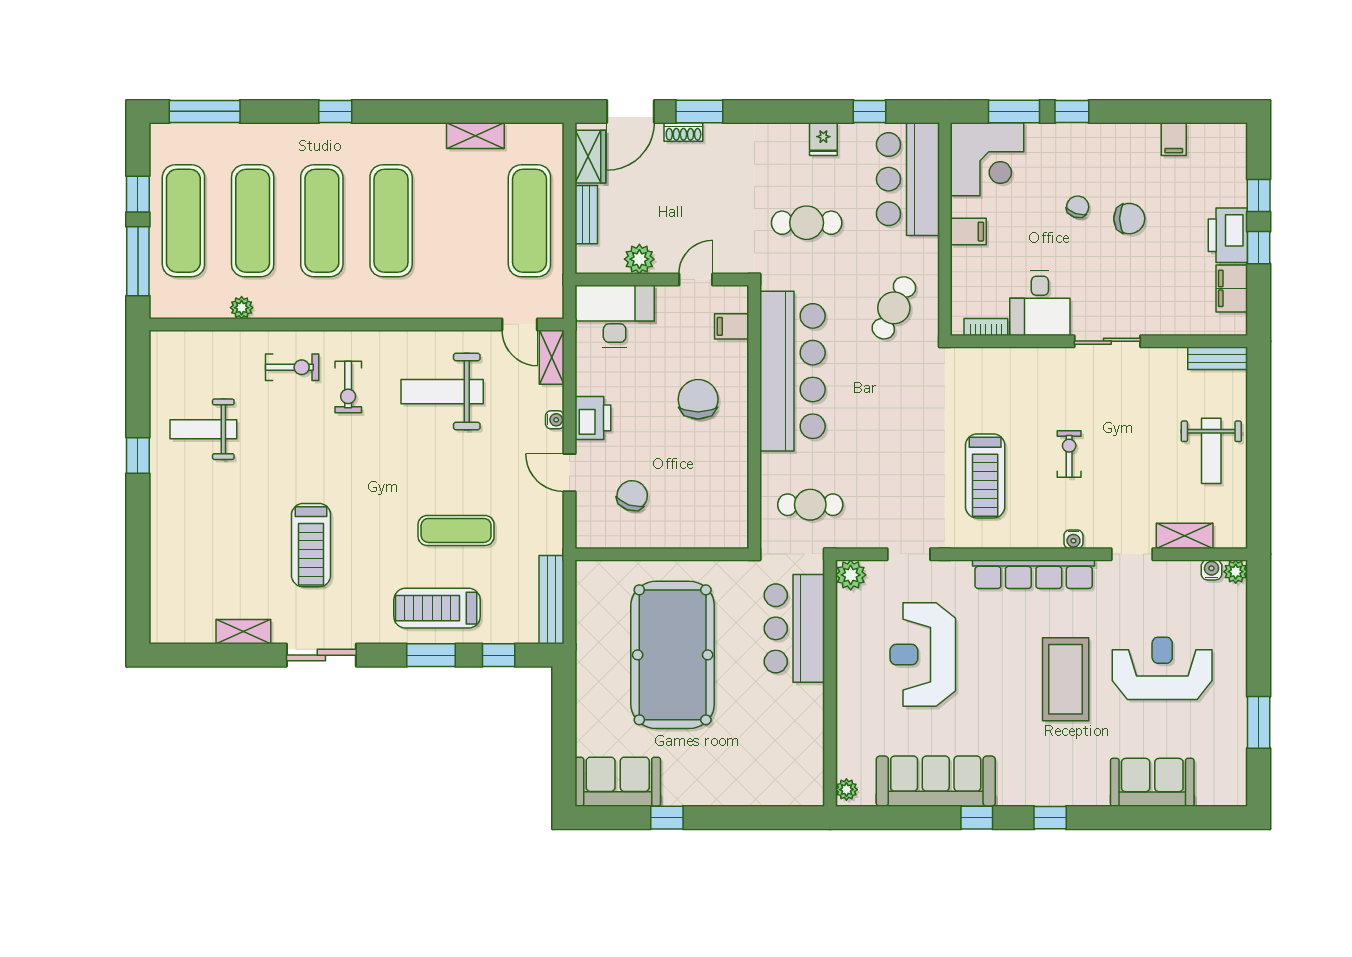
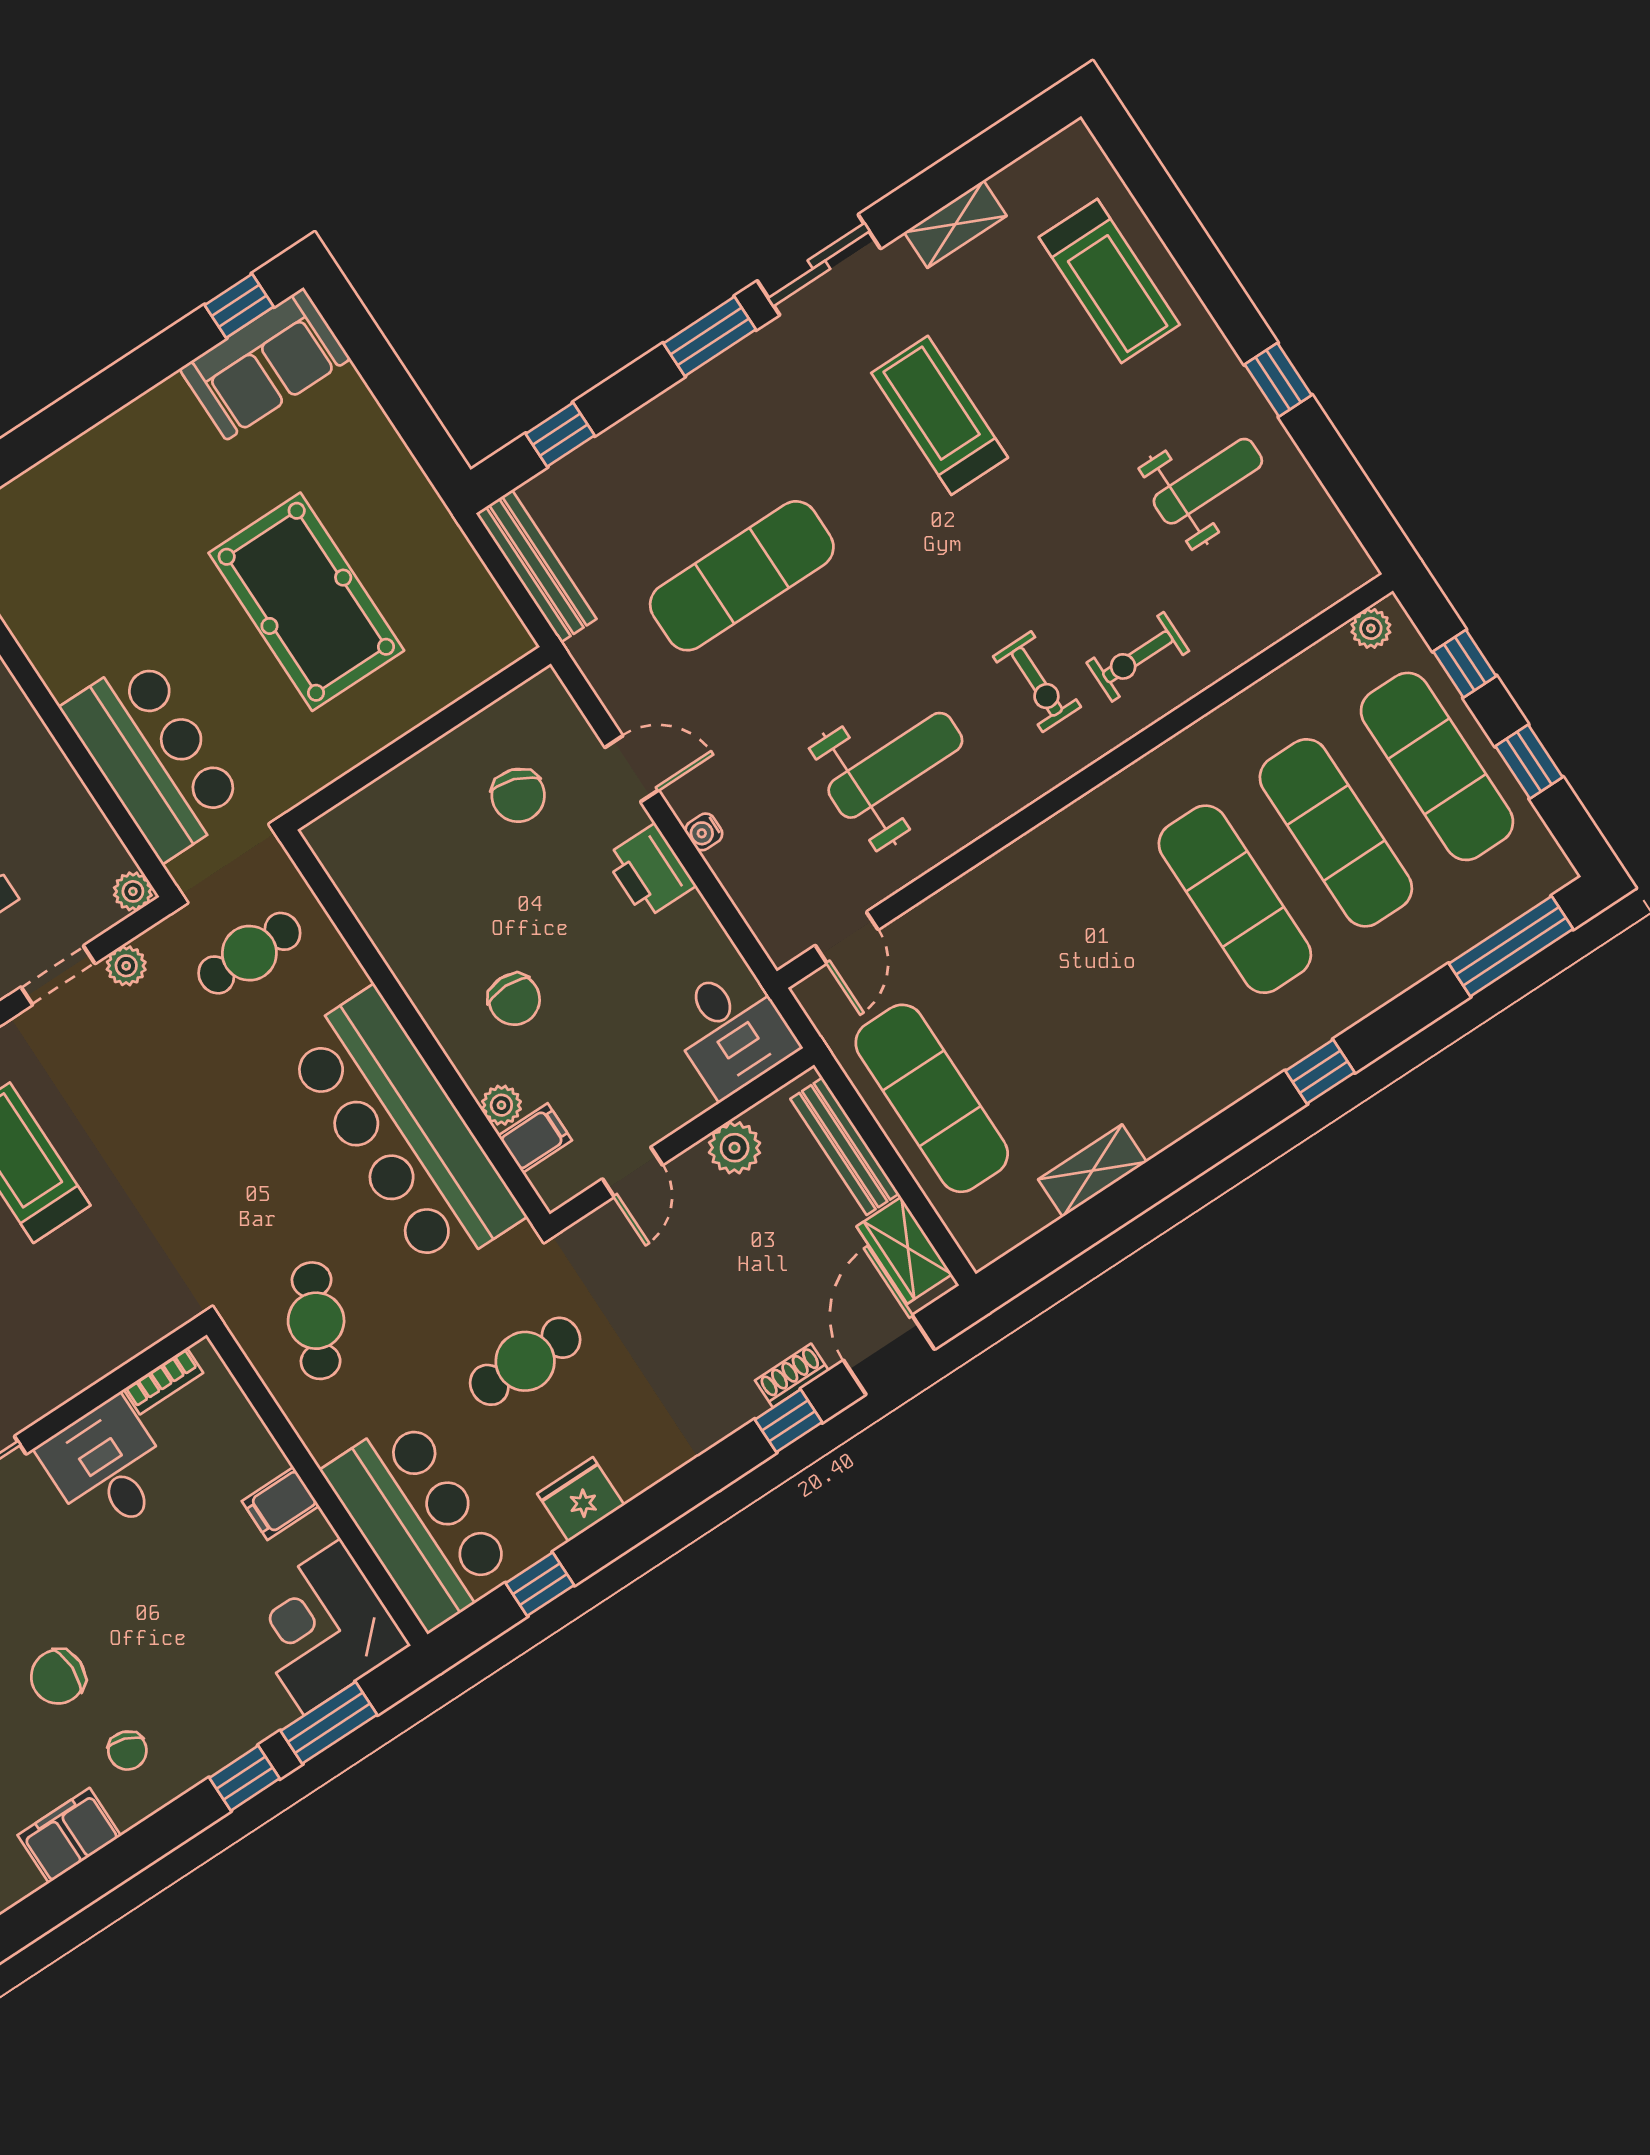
window: (699, 111) -> (789, 1421), width x0.67
fridge: (823, 139) -> (581, 1499), width x1.38
filing cabinet: (1174, 139) -> (69, 1835), width x2.00
chair: (1078, 207) -> (127, 1751), moved
bench: (586, 215) -> (845, 1146), width x1.36
exercise mat: (391, 221) -> (1134, 966), removed
window: (138, 261) -> (1465, 664), width x0.46
plant: (242, 308) -> (1371, 628), moved
desk: (615, 316) -> (732, 1030), width x0.73
door: (520, 324) -> (847, 938), swing flipped
plant: (737, 353) -> (501, 1105), added
shelving: (552, 357) -> (769, 920), removed
exercise bike: (348, 387) -> (1037, 682), turned 180
chair: (698, 399) -> (514, 999), width x0.73, depth x0.73
exercise mat: (456, 530) -> (742, 576), width x1.36, depth x1.45
plant: (873, 537) -> (126, 966), added
plant: (851, 575) -> (133, 891), width x0.73, depth x0.73
treadmill: (437, 608) -> (1109, 281), moved, turned 90
window: (431, 655) -> (710, 336), moved
pool table: (673, 655) -> (306, 602), width x0.73, depth x0.76
window: (667, 818) -> (239, 306), moved

